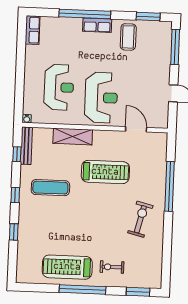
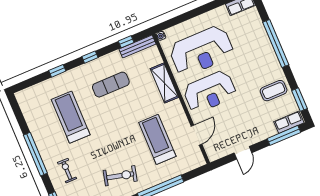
row of seats: (97, 25) -> (289, 122), moved, turned 90
reception desk: (59, 87) -> (201, 51), width x1.36, depth x1.30
treadmill: (105, 172) -> (157, 139), moved, turned 180
exercise mat: (50, 188) -> (111, 85), turned 90
treadmill: (67, 267) -> (71, 117), moved

